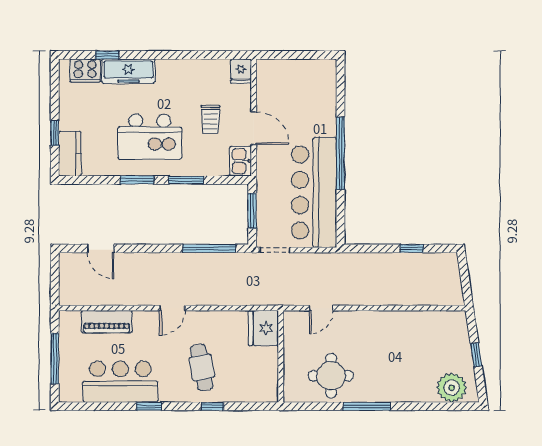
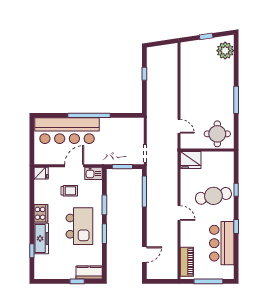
cooker: (85, 71) -> (41, 213), moved
bar counter: (314, 193) -> (67, 131), moved
piano: (107, 322) -> (187, 262), moved
cafe table: (202, 367) -> (213, 196), width x1.37, depth x1.35
round table: (331, 376) -> (217, 134), moved

